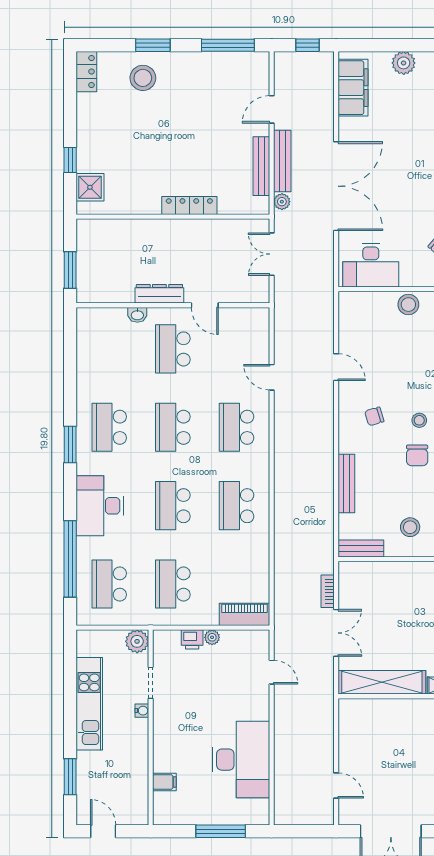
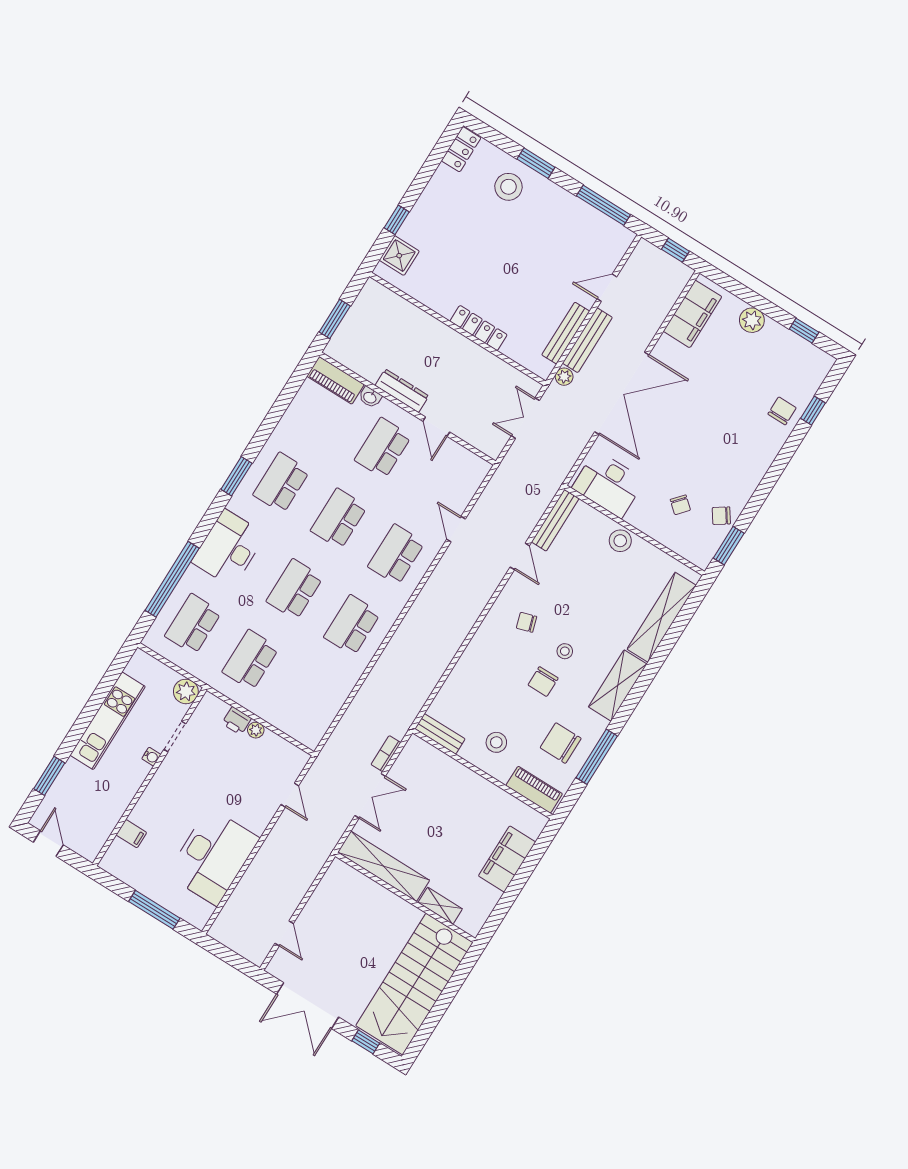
bench: (346, 484) -> (555, 520), moved
piano: (245, 614) -> (335, 380), moved, turned 180

